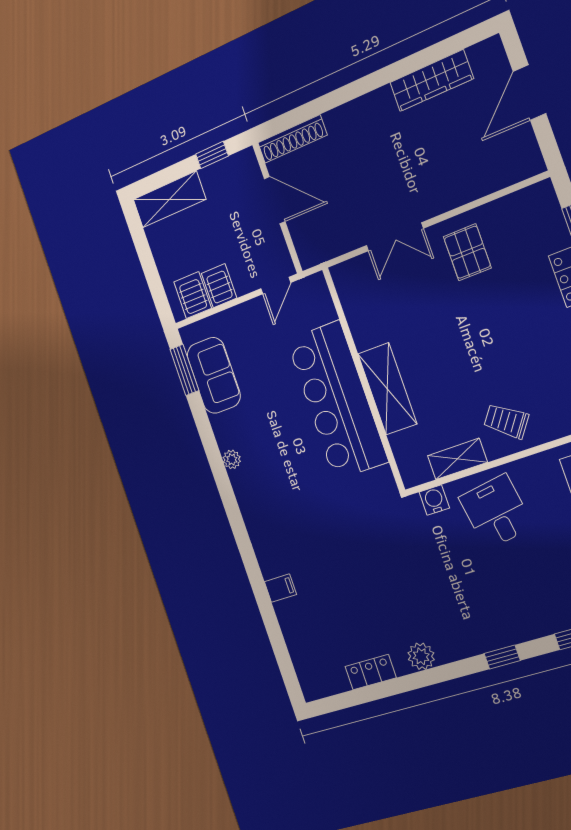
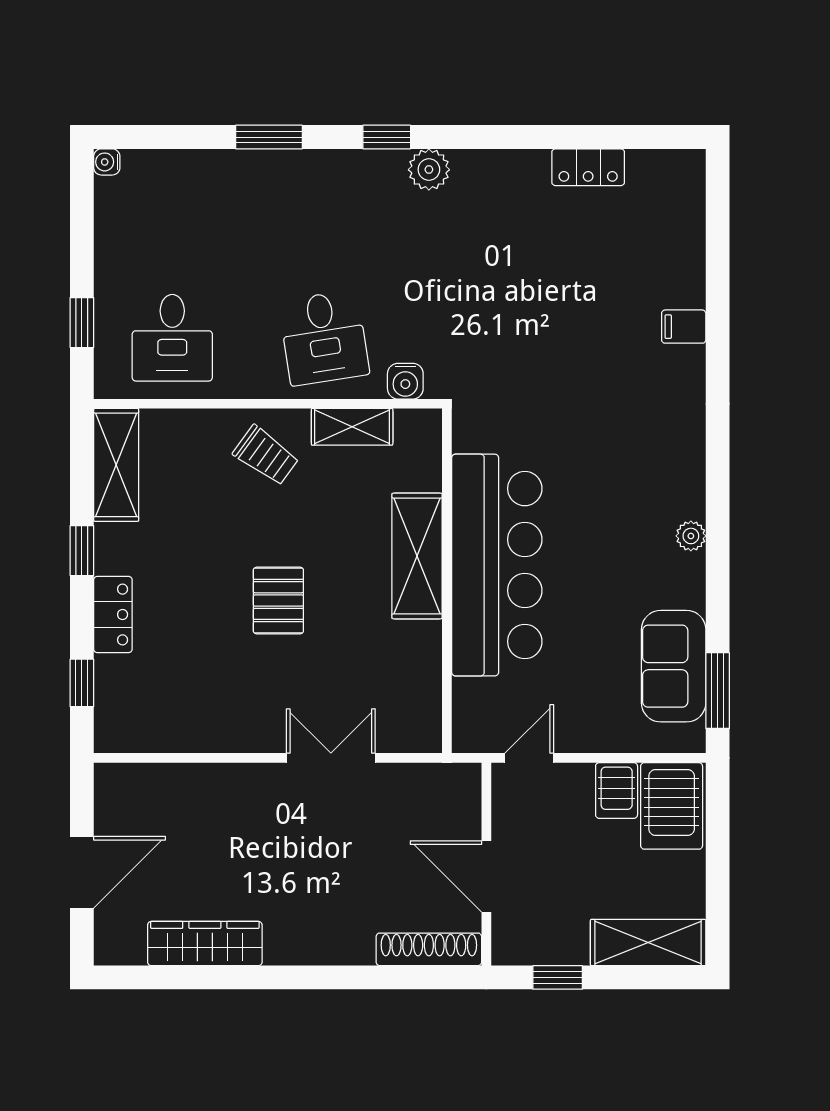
pallet: (467, 252) -> (278, 601), moved
server rack: (193, 295) -> (672, 806), width x1.36, depth x1.44
plant: (421, 656) -> (429, 170), moved

